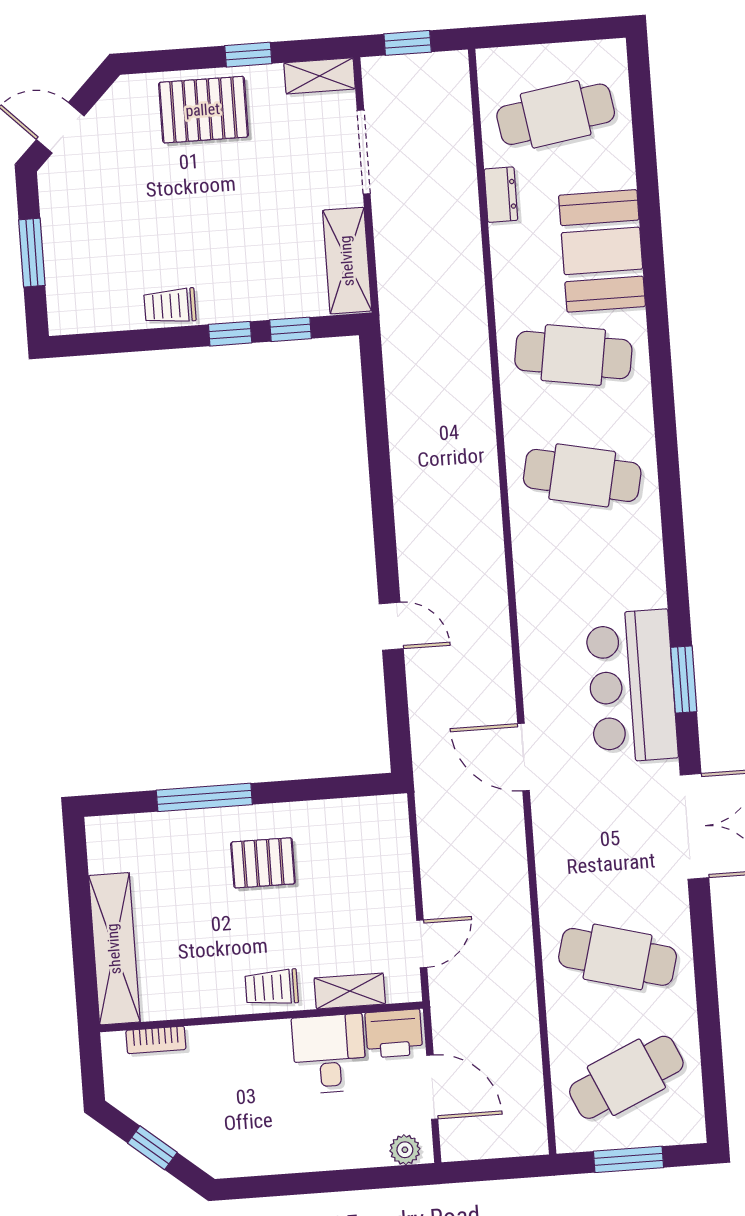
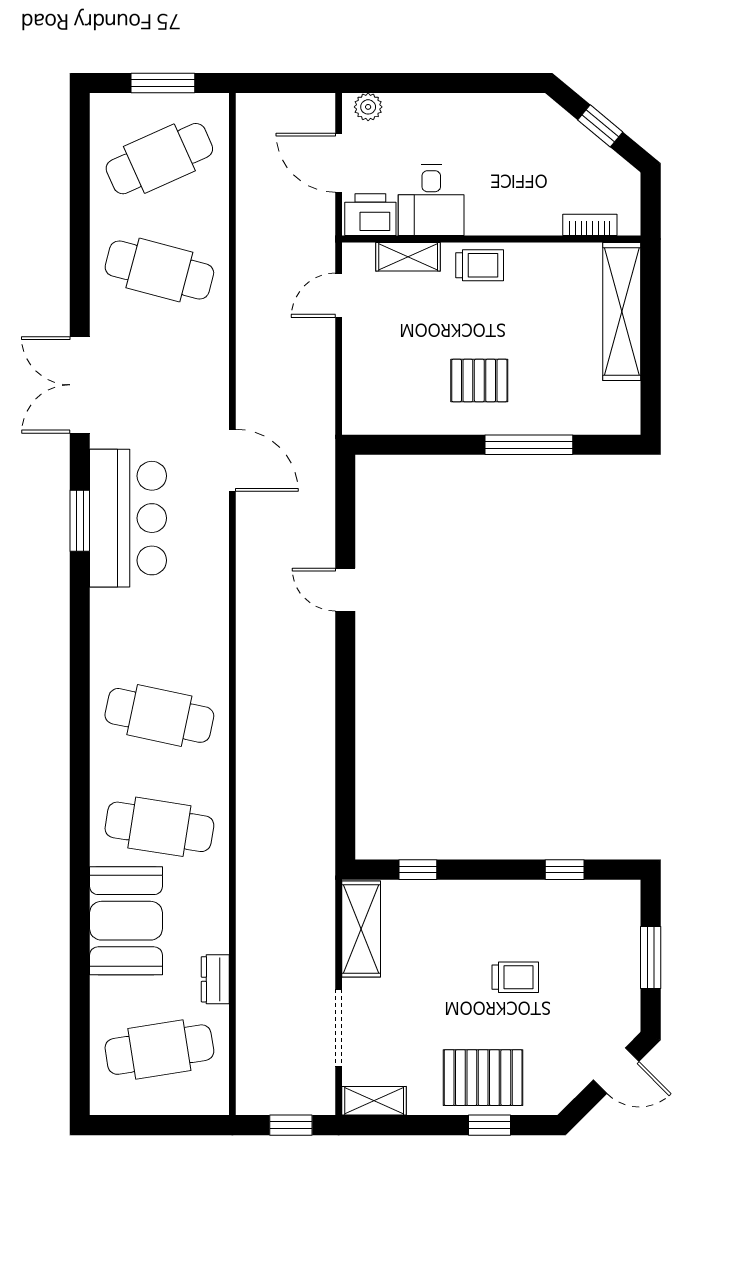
window: (248, 55) -> (489, 1125), moved
trolley: (170, 306) -> (515, 977), moved
window: (230, 334) -> (565, 870), moved

